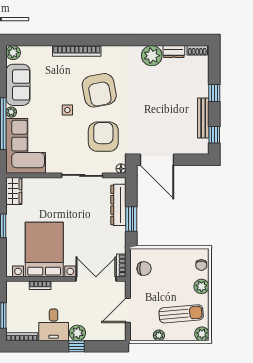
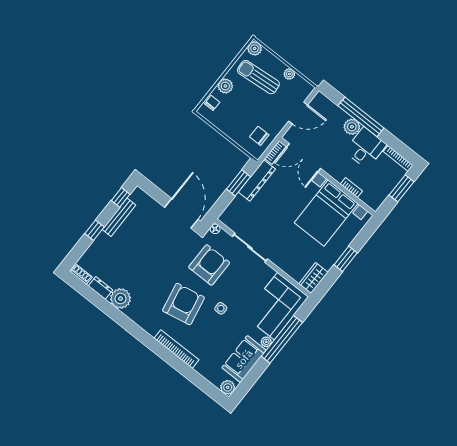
armchair: (103, 137) -> (209, 265), turned 180
dresser: (118, 205) -> (257, 181), moved
window: (76, 346) -> (361, 117), width x3.17

